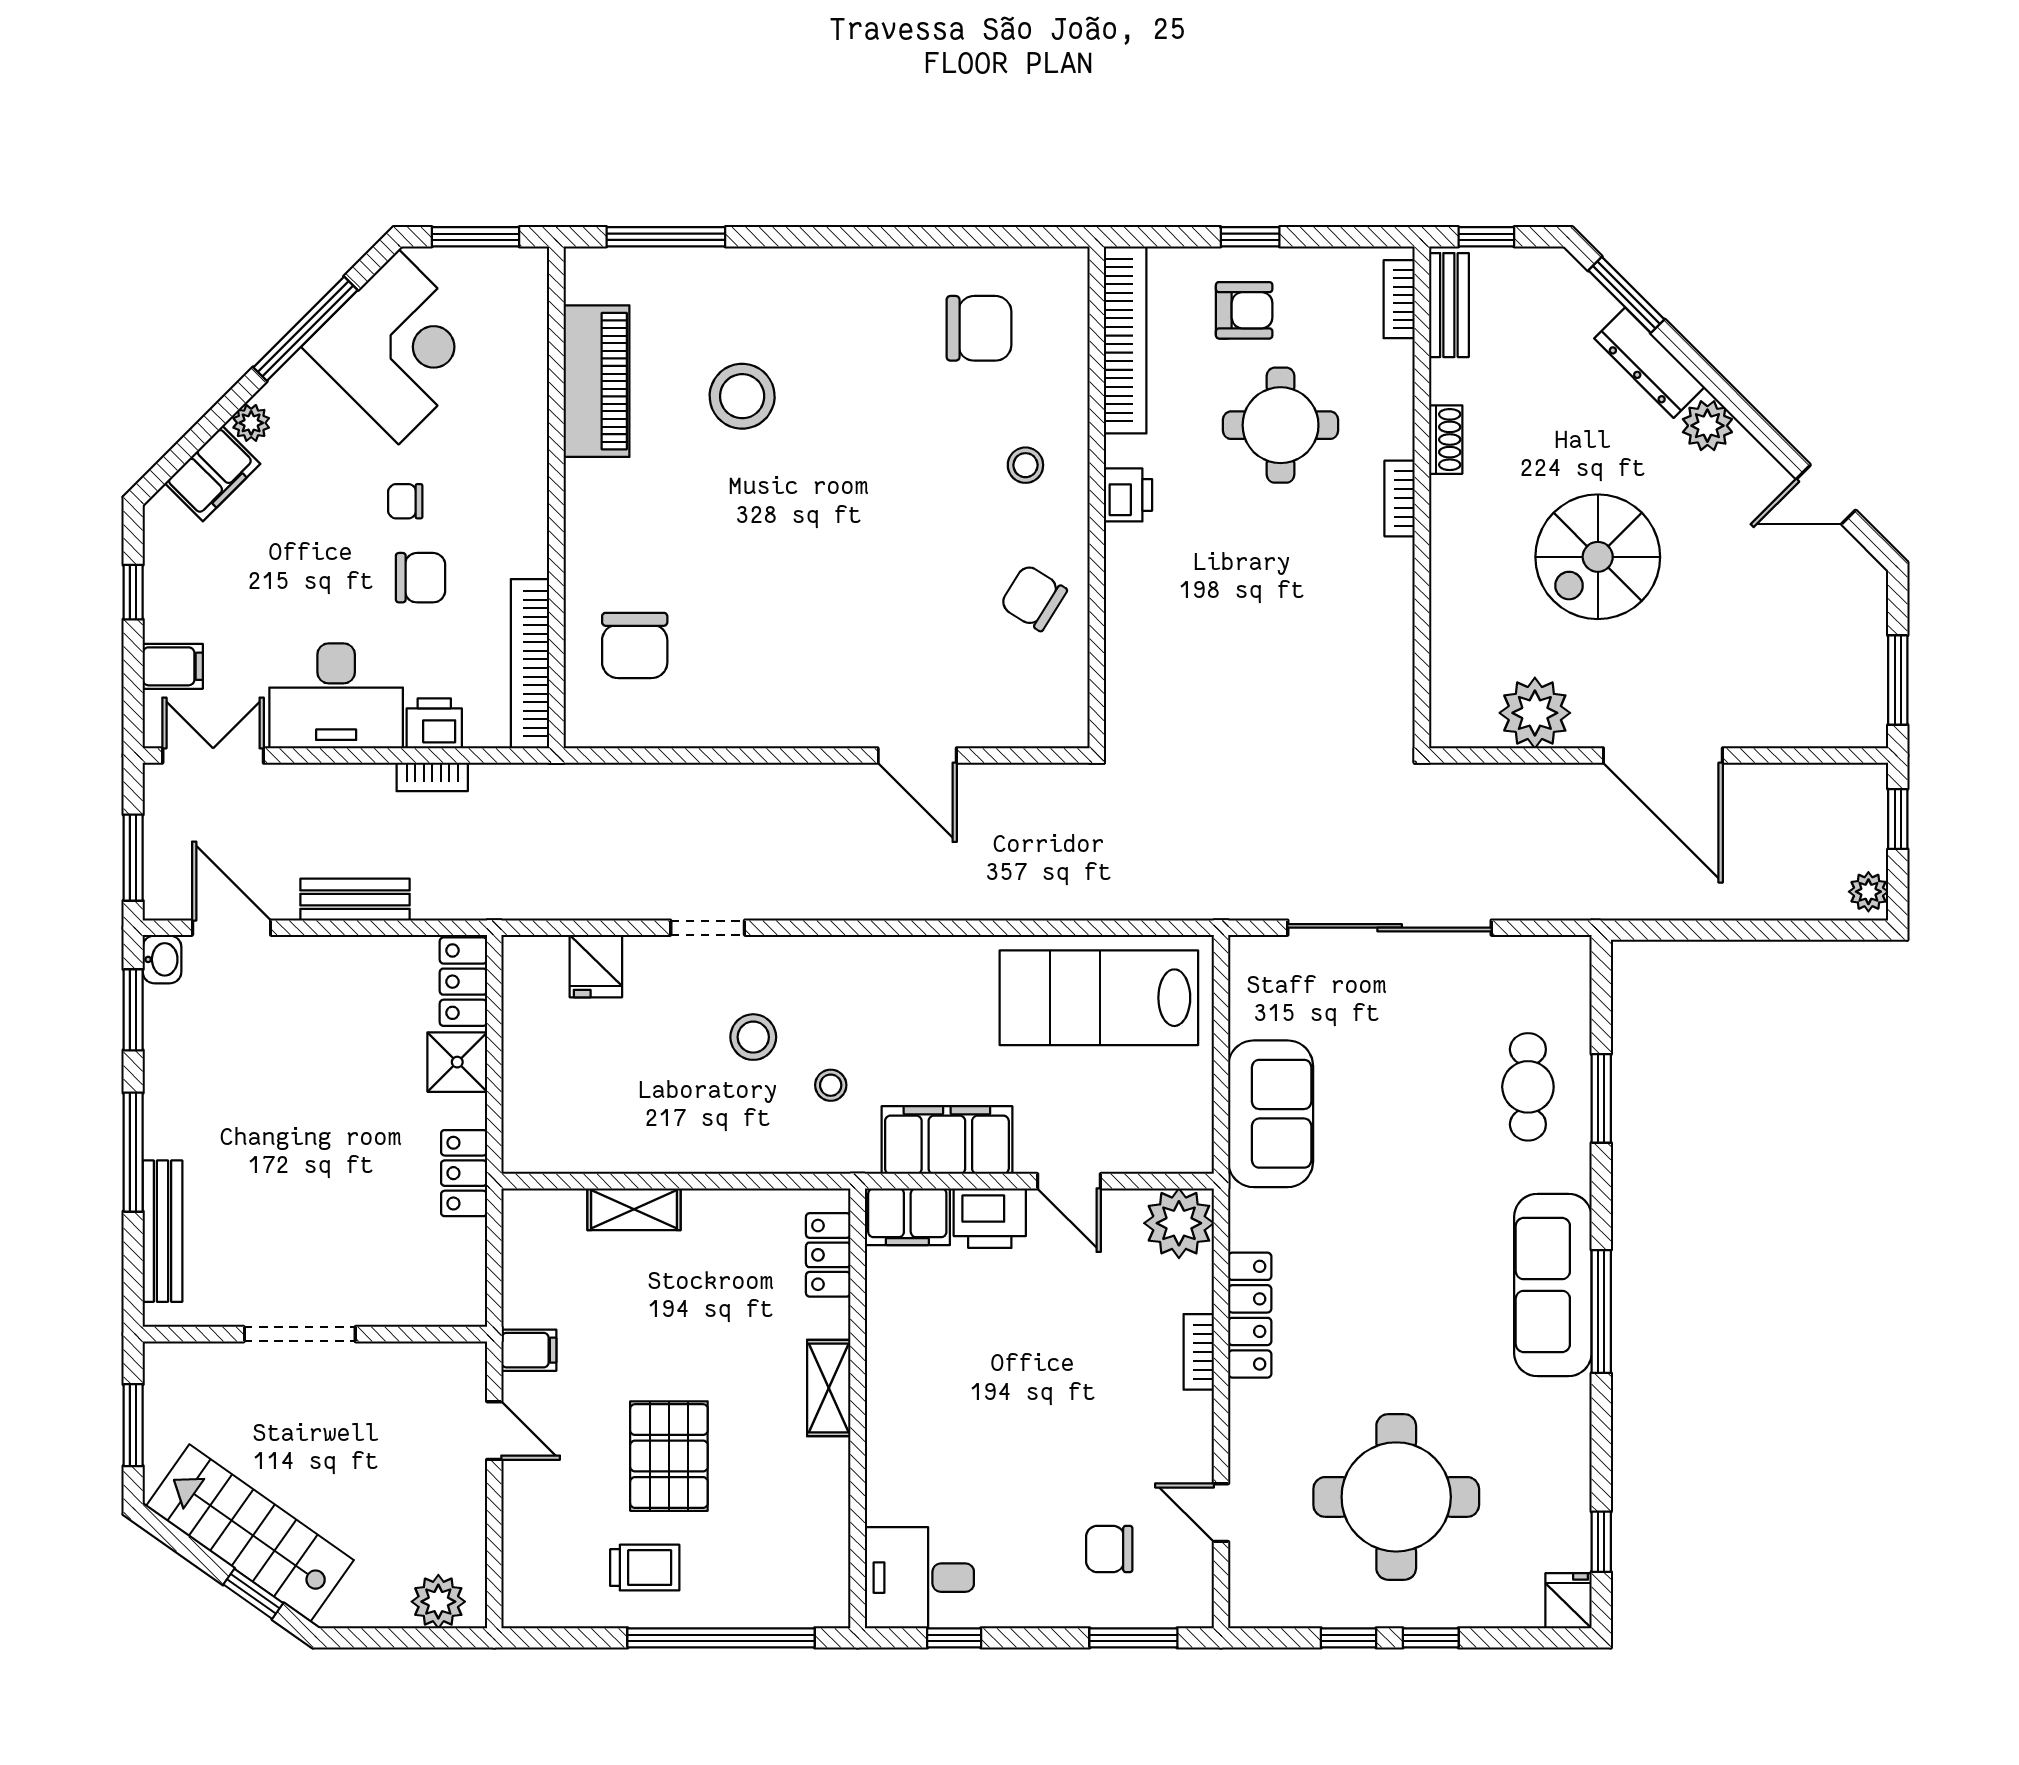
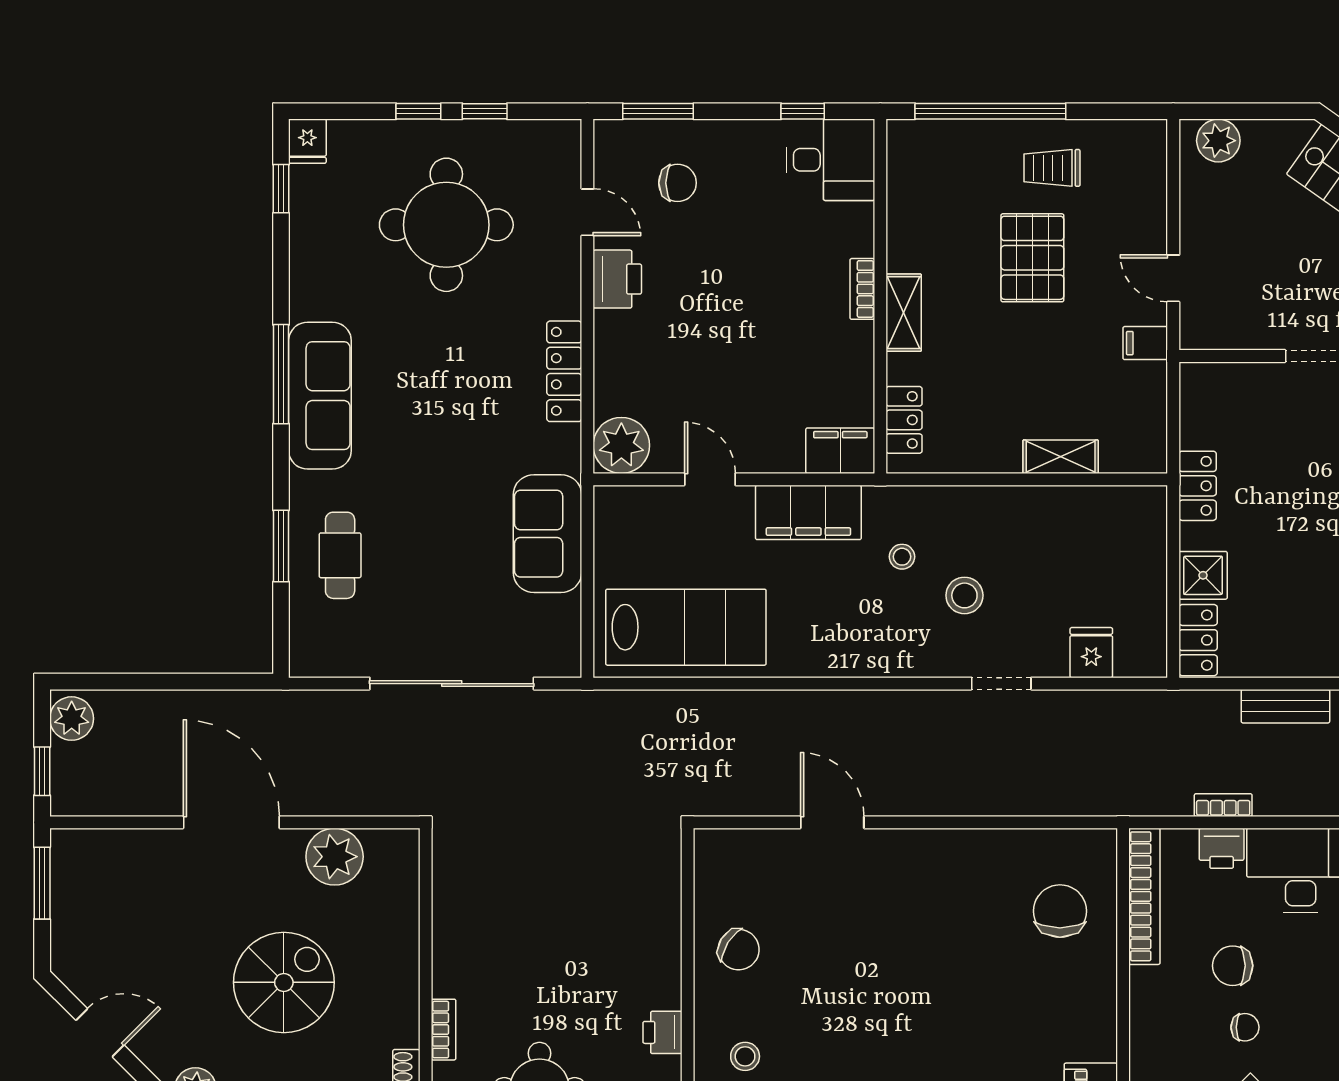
plant: (1868, 892) -> (72, 719), width x1.38, depth x1.38
printer: (990, 1218) -> (617, 279), moved, turned 90
bookcase: (1199, 1352) -> (862, 289), moved, turned 180

